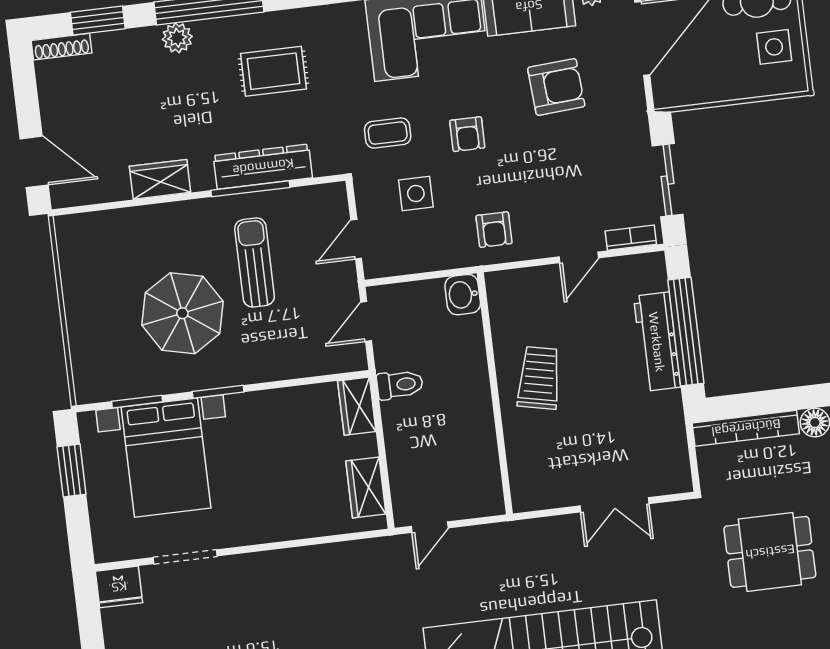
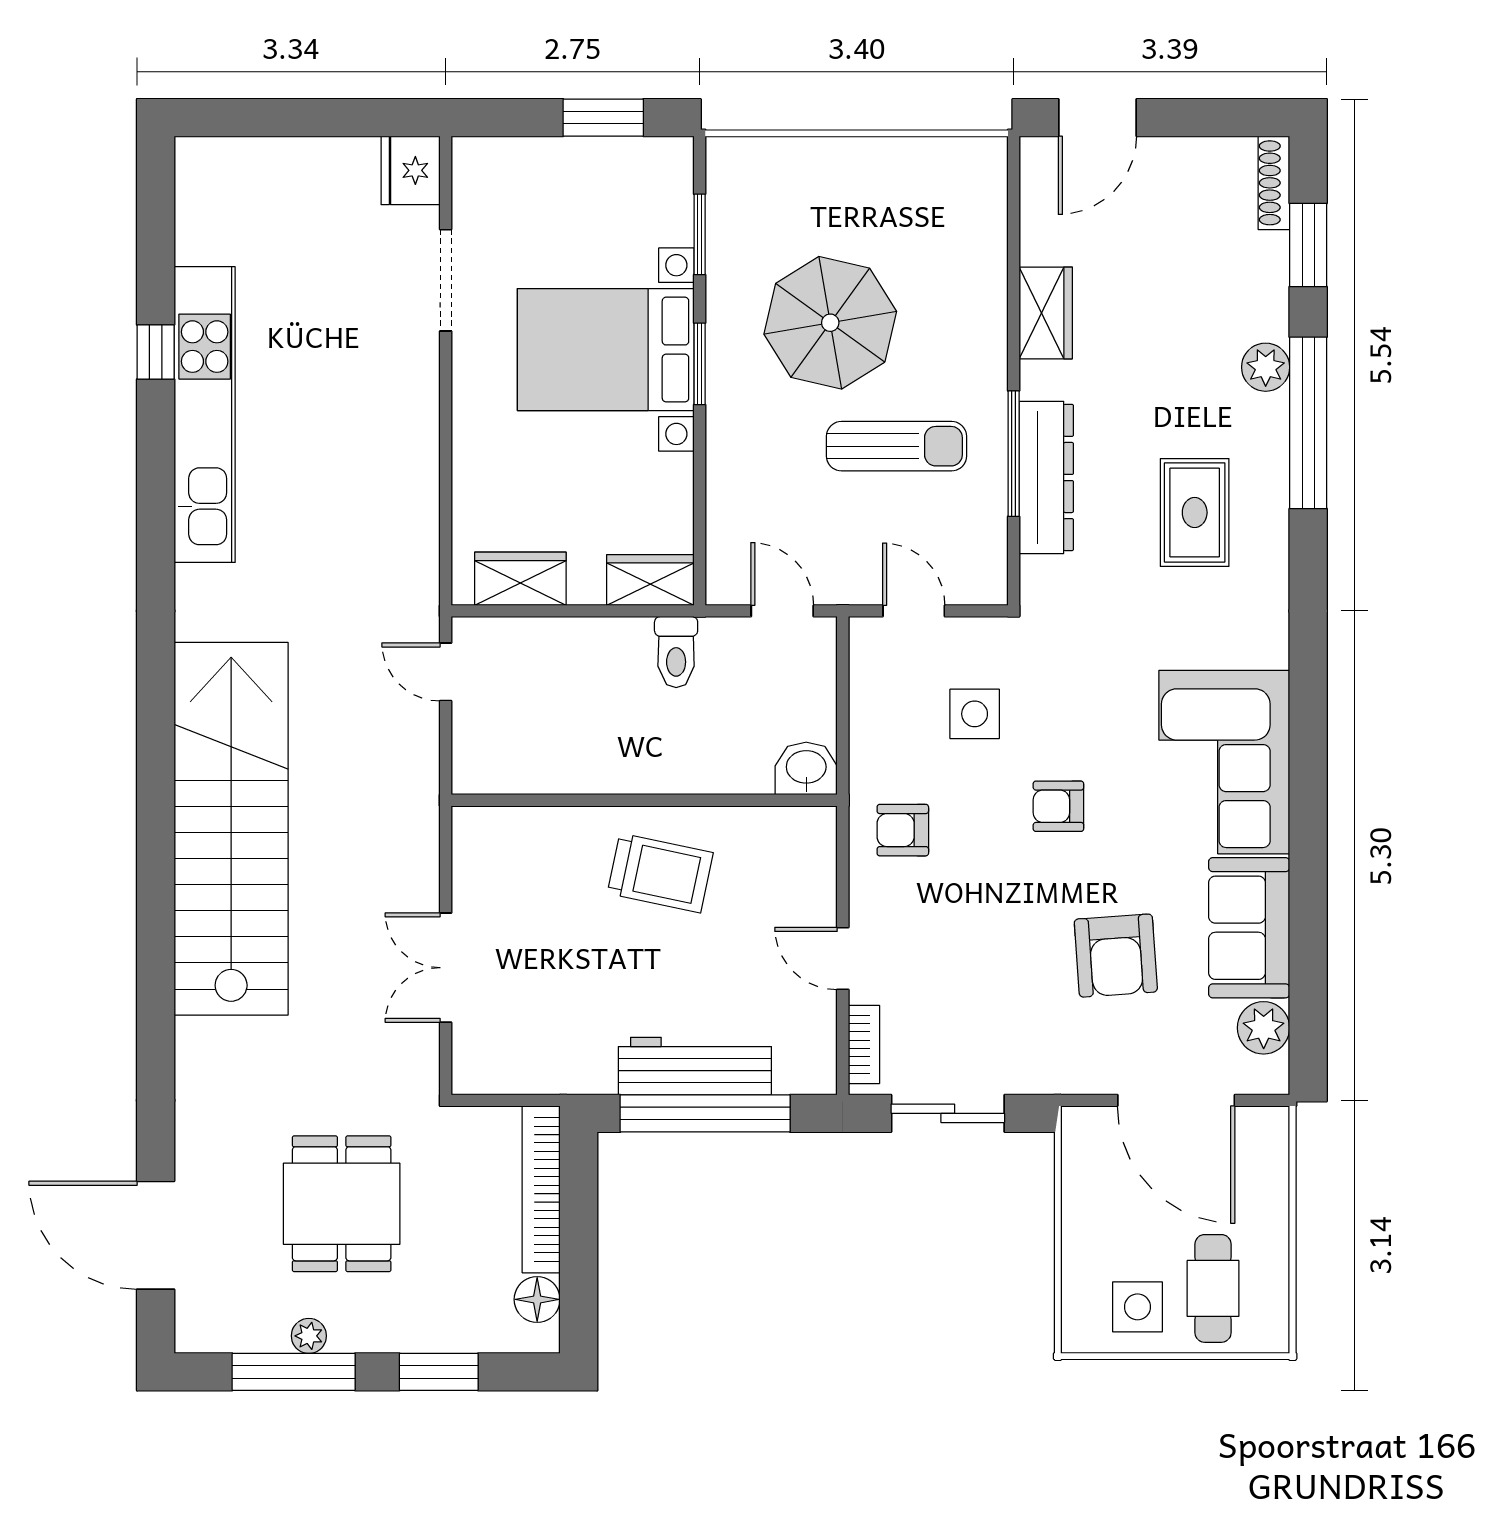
coffee table: (388, 133) -> (1075, 681), removed
bed with nightstands: (166, 458) -> (606, 350), moved

